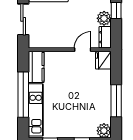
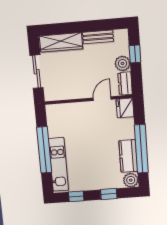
kitchen counter: (36, 67) -> (128, 156), moved, turned 180
window: (116, 101) -> (141, 149), width x1.46

